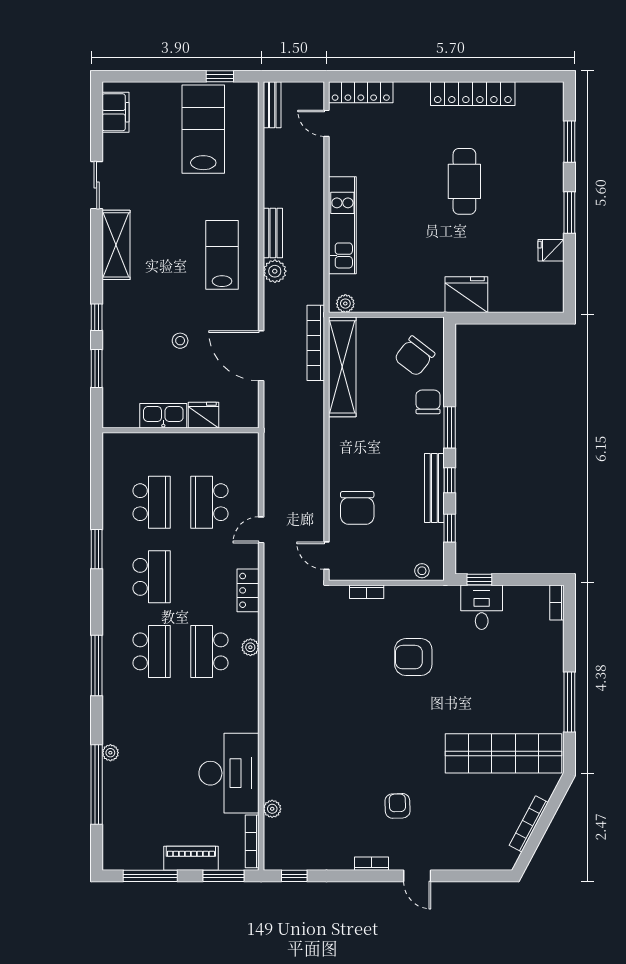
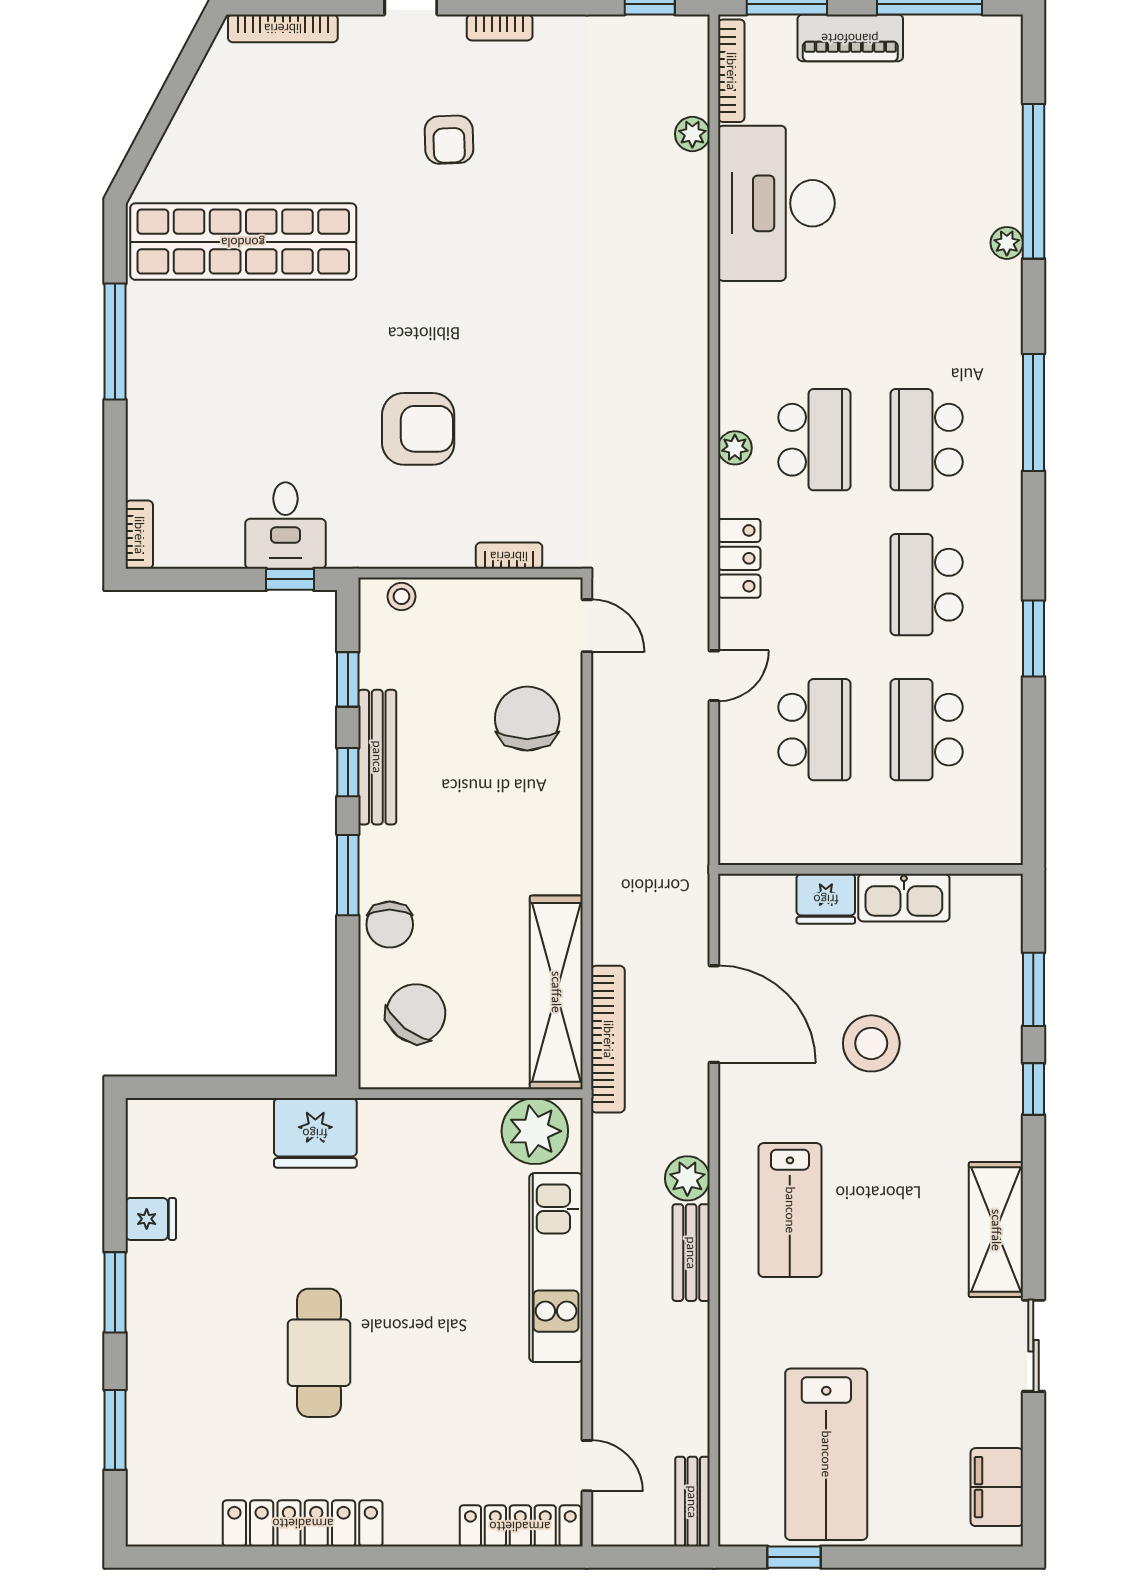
plant: (345, 304) -> (535, 1131), width x1.87, depth x1.87
stool: (180, 341) -> (871, 1043), width x1.89, depth x1.89
bookcase: (529, 824) -> (283, 28), moved, turned 62

